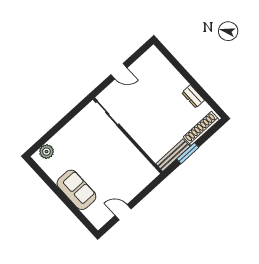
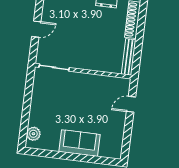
window: (188, 153) -> (138, 46), removed
door: (123, 212) -> (131, 104), moved

